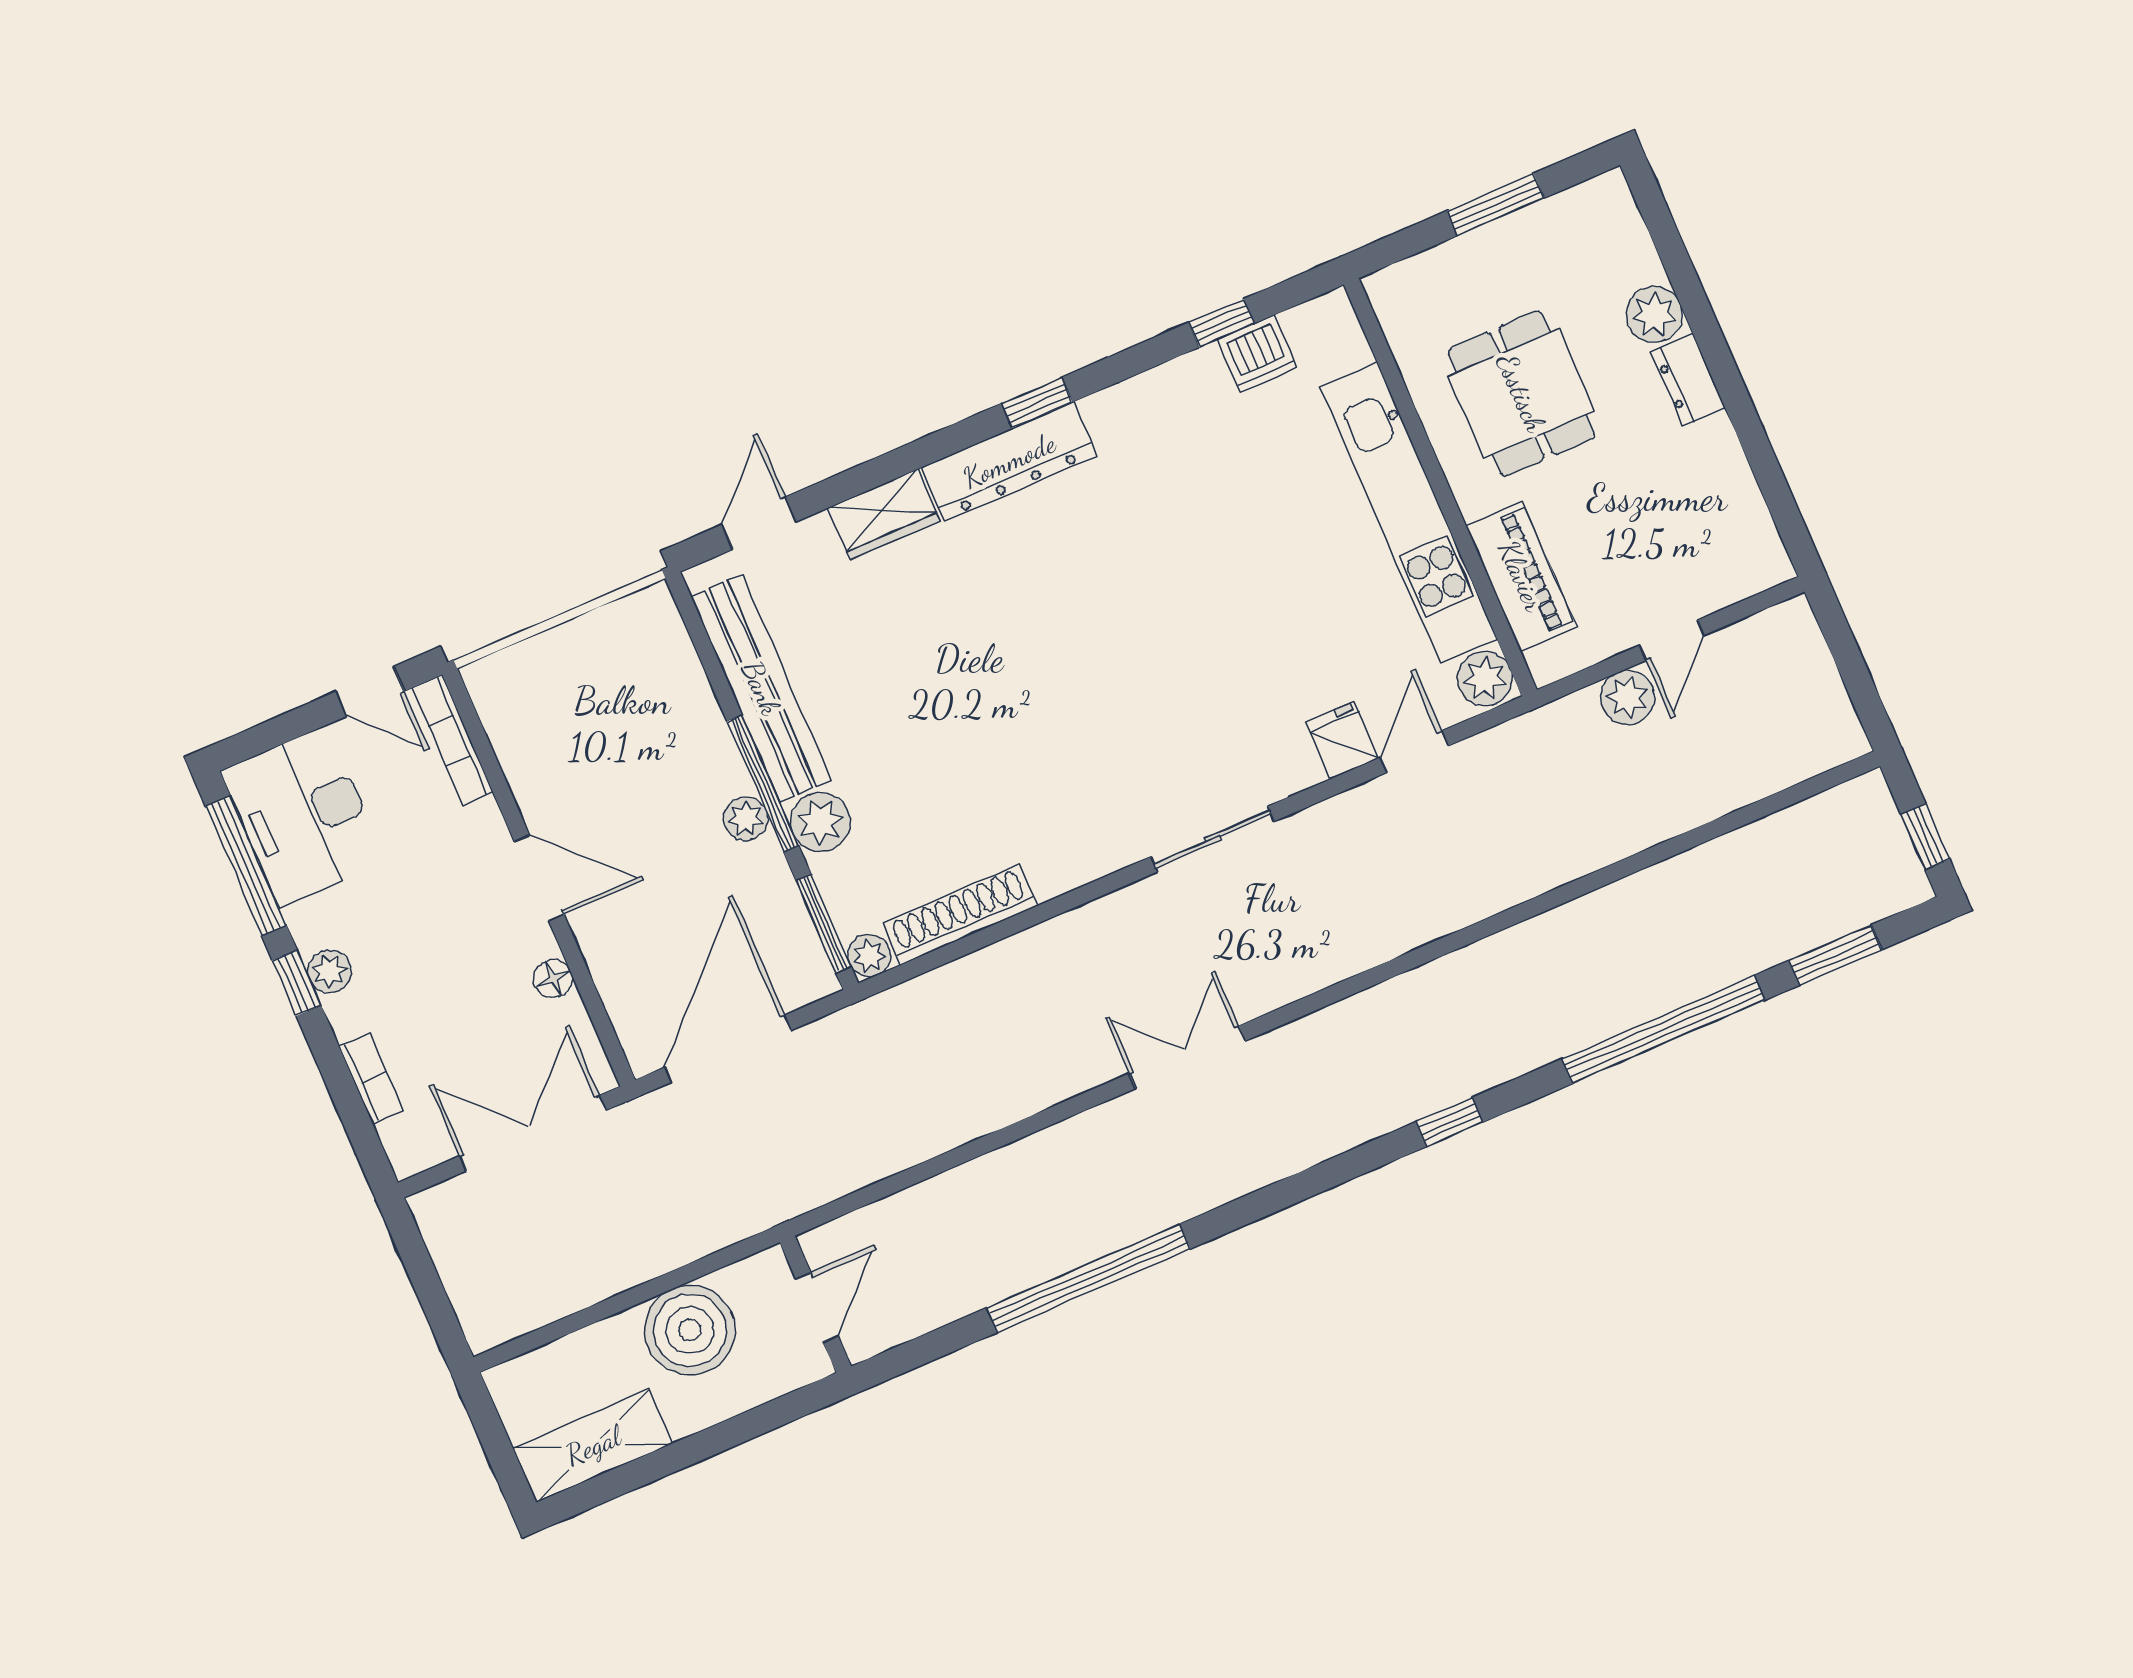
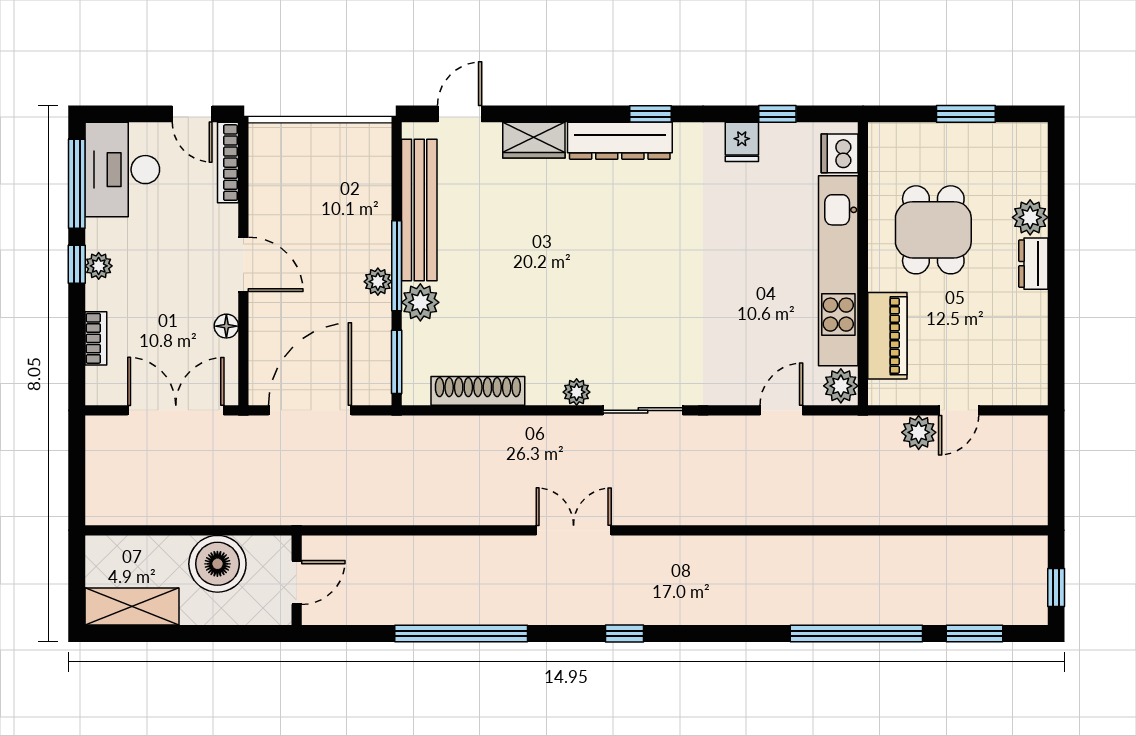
dishwasher: (1257, 354) -> (840, 153), moved, turned 90
fridge: (1342, 740) -> (742, 142), moved, turned 180
plant: (869, 956) -> (577, 392), moved
window: (1450, 1122) -> (624, 634), moved

